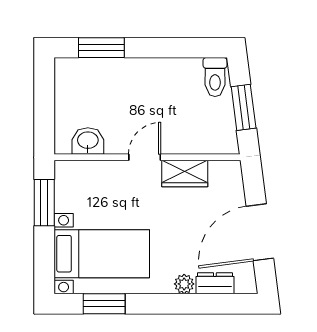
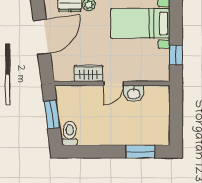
washbasin: (88, 141) -> (134, 94), moved
window: (44, 203) -> (176, 55), width x0.67

